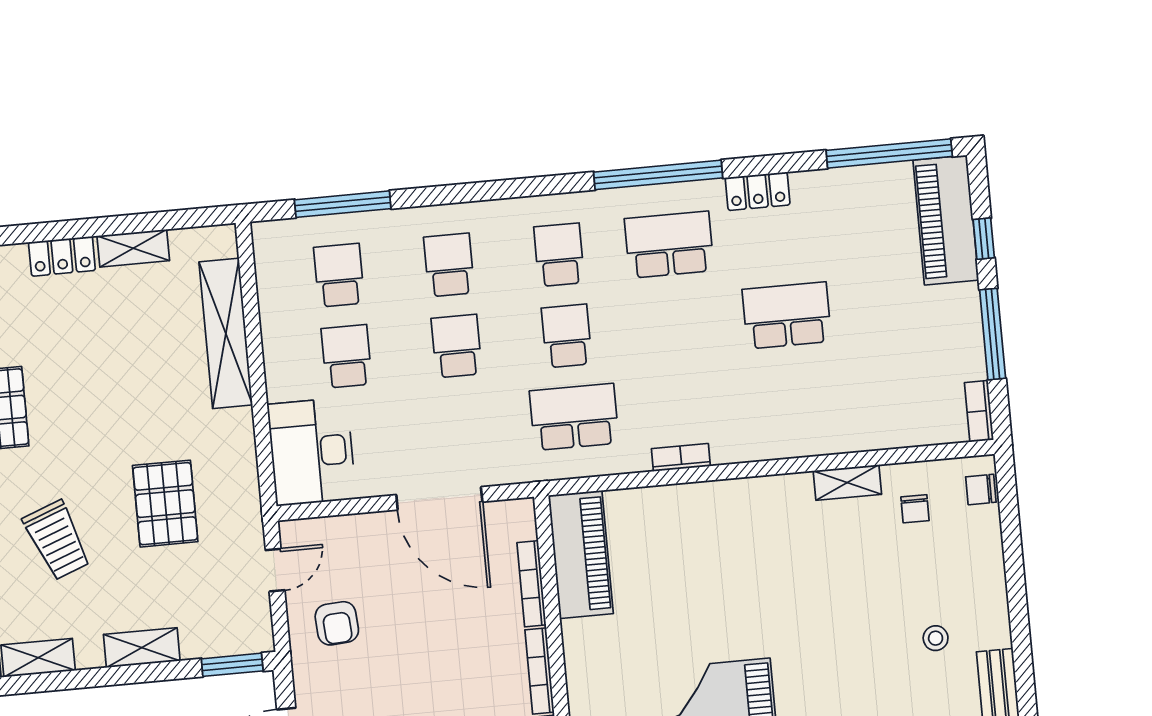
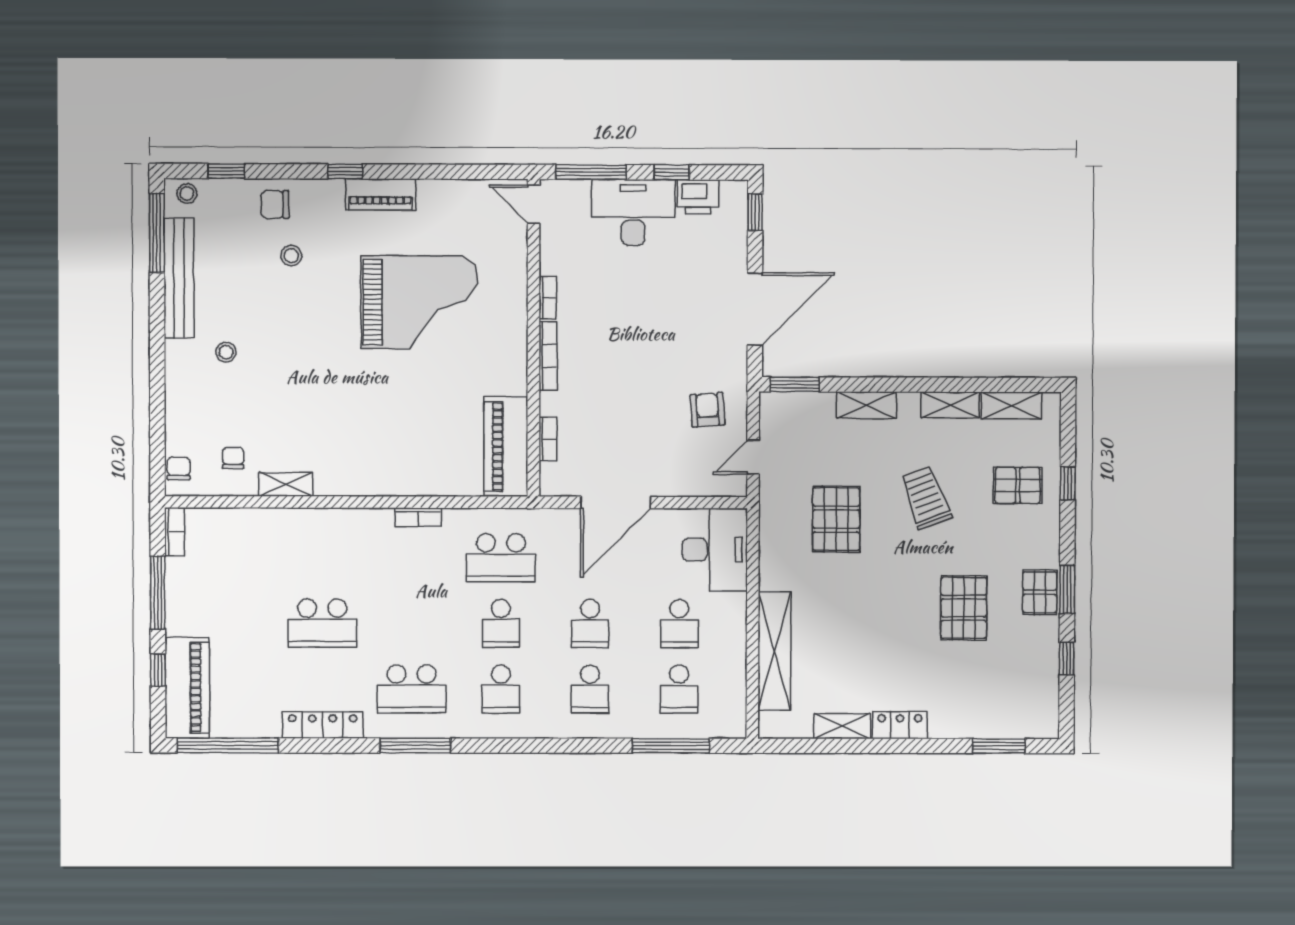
window: (658, 175) -> (415, 746), width x0.68
locker: (758, 191) -> (323, 725), width x1.53
chair: (981, 489) -> (179, 469), turned -90
door: (439, 498) -> (616, 502), swing flipped
bookcase: (531, 584) -> (548, 439), width x0.64

